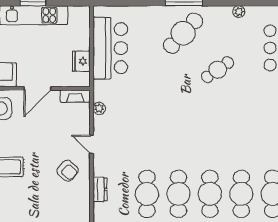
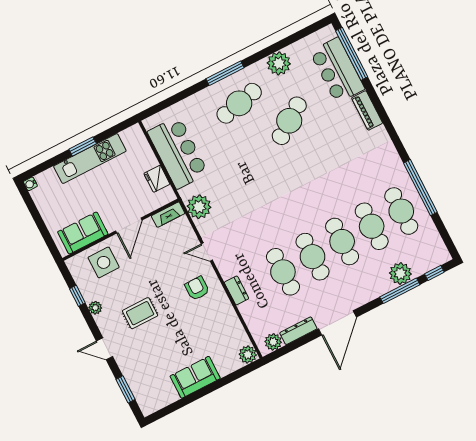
plant: (239, 12) -> (279, 63), width x1.87, depth x1.87
cafe table: (183, 33) -> (239, 103), turned 34
cafe table: (218, 70) -> (289, 121), width x1.37, depth x1.35
plant: (99, 108) -> (199, 207), width x1.88, depth x1.88
armchair: (68, 171) -> (197, 288), turned -132

